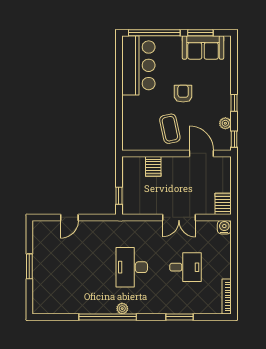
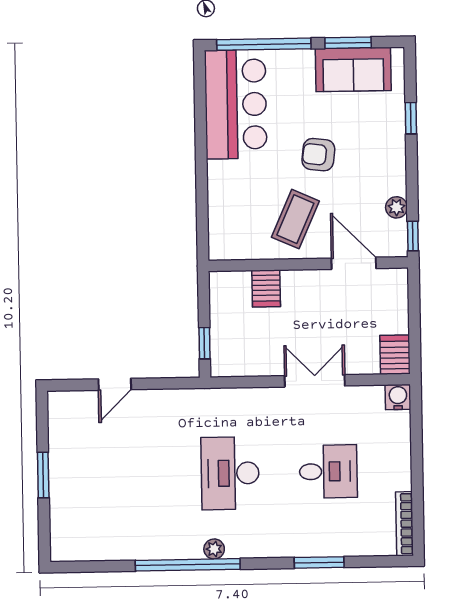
armchair: (183, 94) -> (318, 155), turned -83
window: (234, 103) -> (411, 118), moved
coffee table: (170, 129) -> (295, 219), turned 36
double door: (179, 217) -> (315, 381), swing flipped

